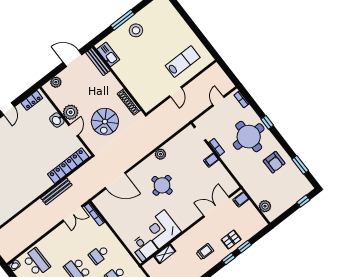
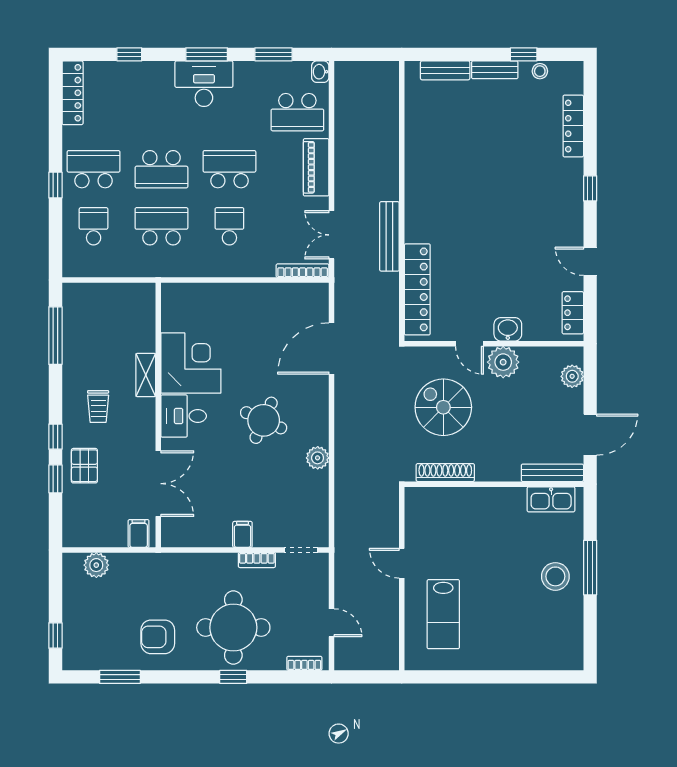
round table: (162, 185) -> (264, 420), turned 36
piano: (52, 239) -> (316, 167), added
desk: (144, 247) -> (184, 416), moved
shelving: (165, 254) -> (146, 375), moved

